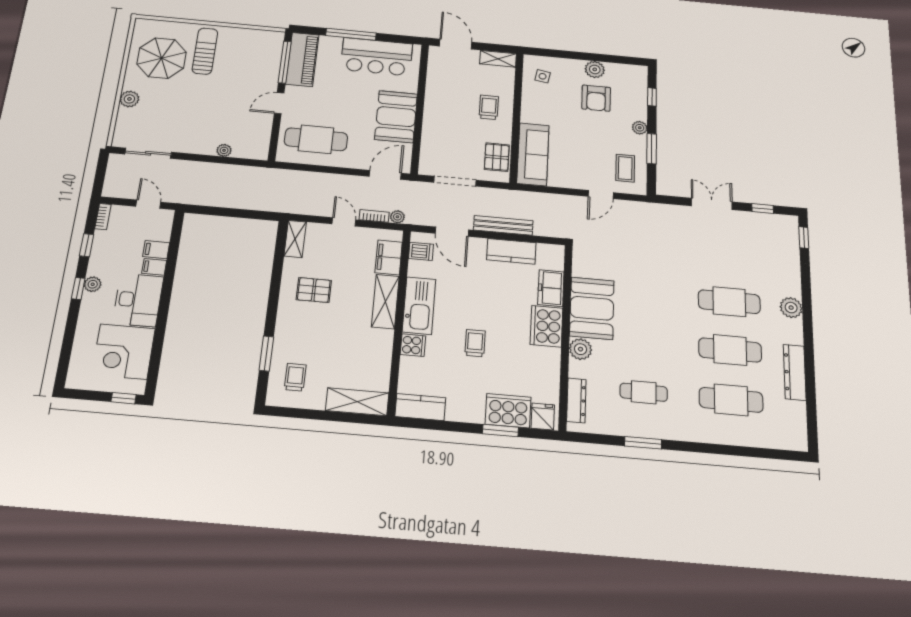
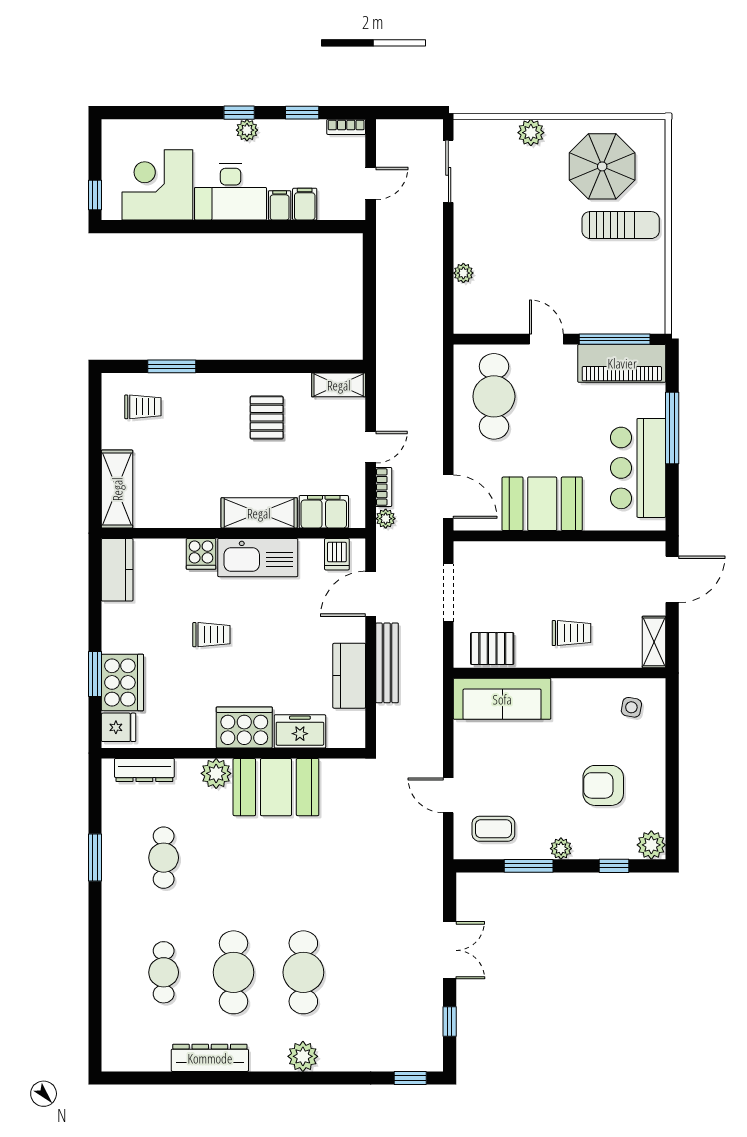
plant: (595, 69) -> (651, 845), moved
cafe table: (731, 400) -> (164, 972), width x0.73, depth x0.74

